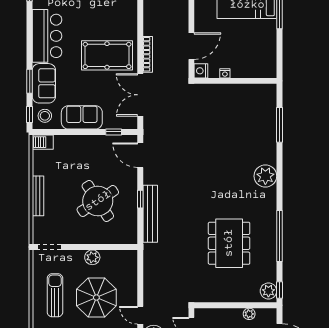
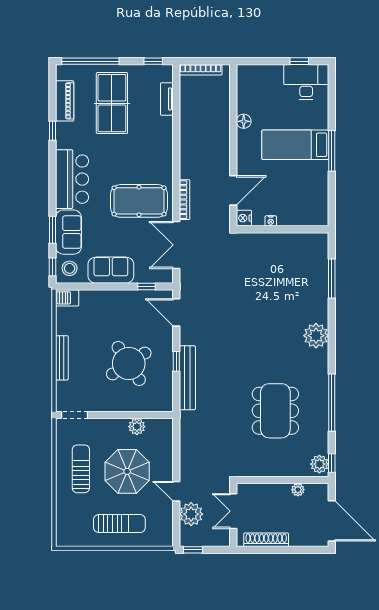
plant: (92, 257) -> (137, 427), moved

